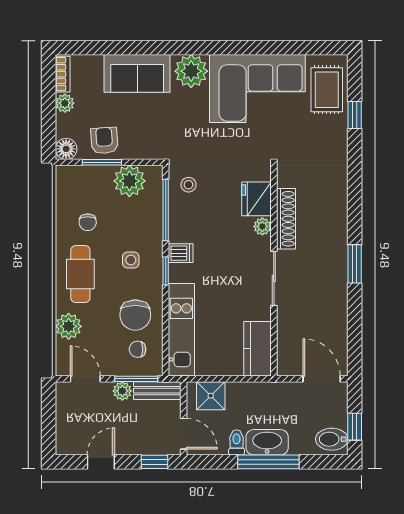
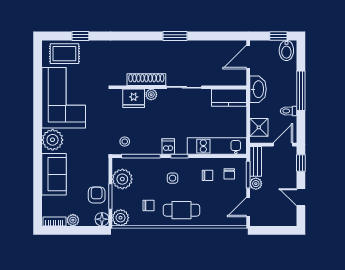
armchair: (104, 141) -> (97, 195), turned 94
chair: (135, 315) -> (208, 175), width x0.54, depth x0.54
plant: (69, 326) -> (121, 218), moved
washbasin: (267, 442) -> (258, 89), moved, turned 180

